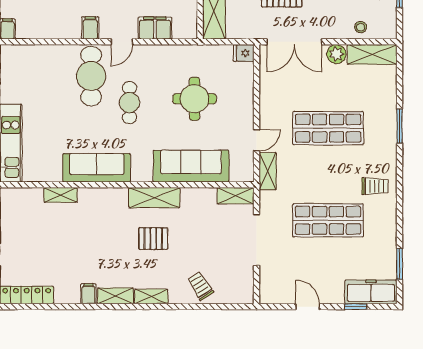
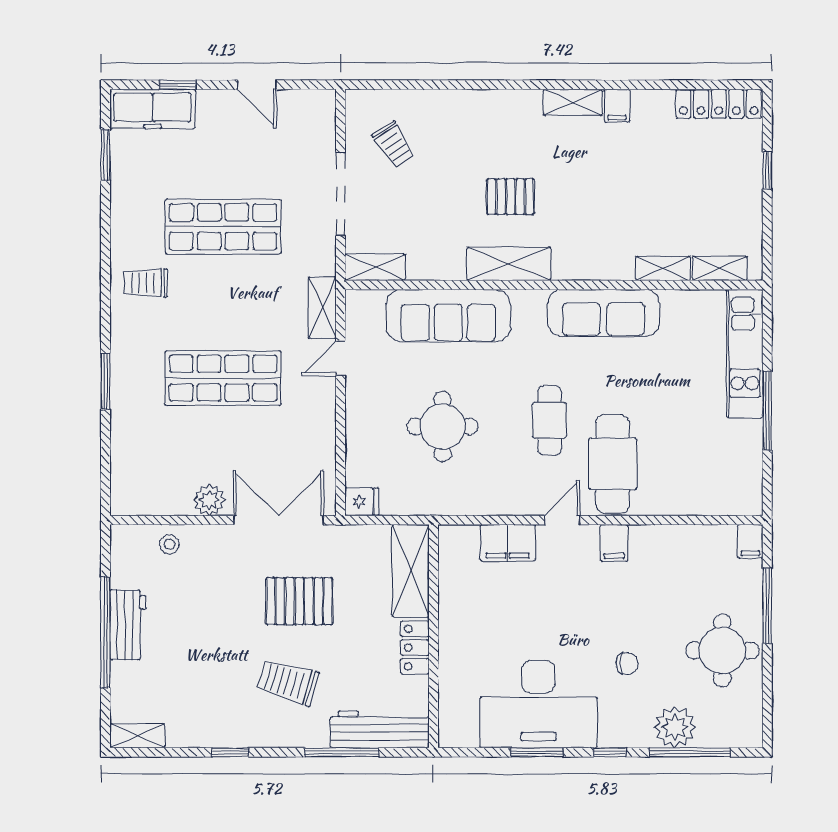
shelving: (372, 54) -> (151, 499), removed
trolley: (200, 286) -> (394, 145), moved
shelving: (151, 297) -> (720, 268), moved

